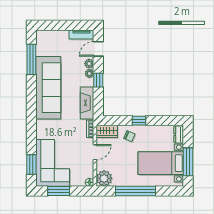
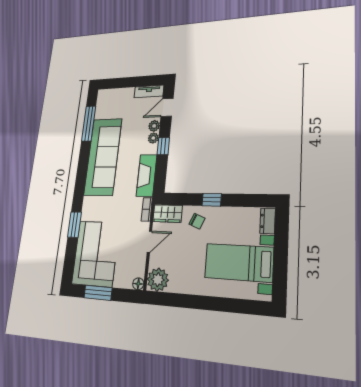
window: (188, 162) -> (280, 263), removed
window: (31, 165) -> (75, 225), moved
window: (136, 191) -> (200, 302), removed

